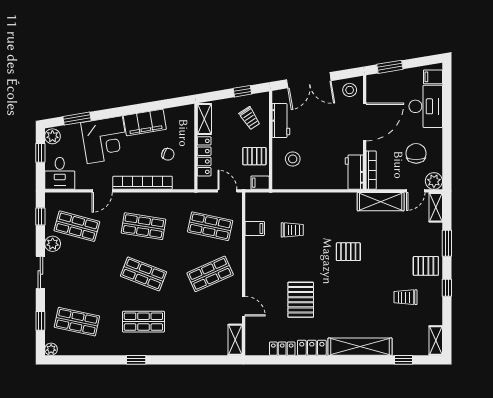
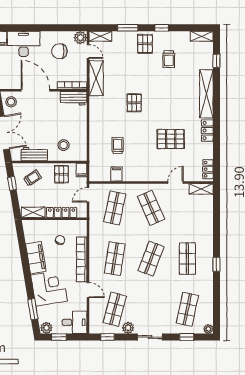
locker: (282, 349) -> (208, 169), moved

